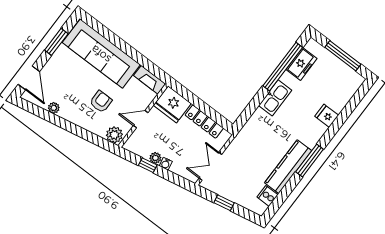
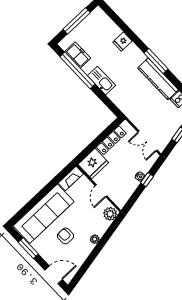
armchair: (101, 102) -> (65, 236), moved
plant: (54, 108) -> (95, 239), moved
plant: (155, 158) -> (134, 184), removed
window: (148, 165) -> (147, 180), moved

